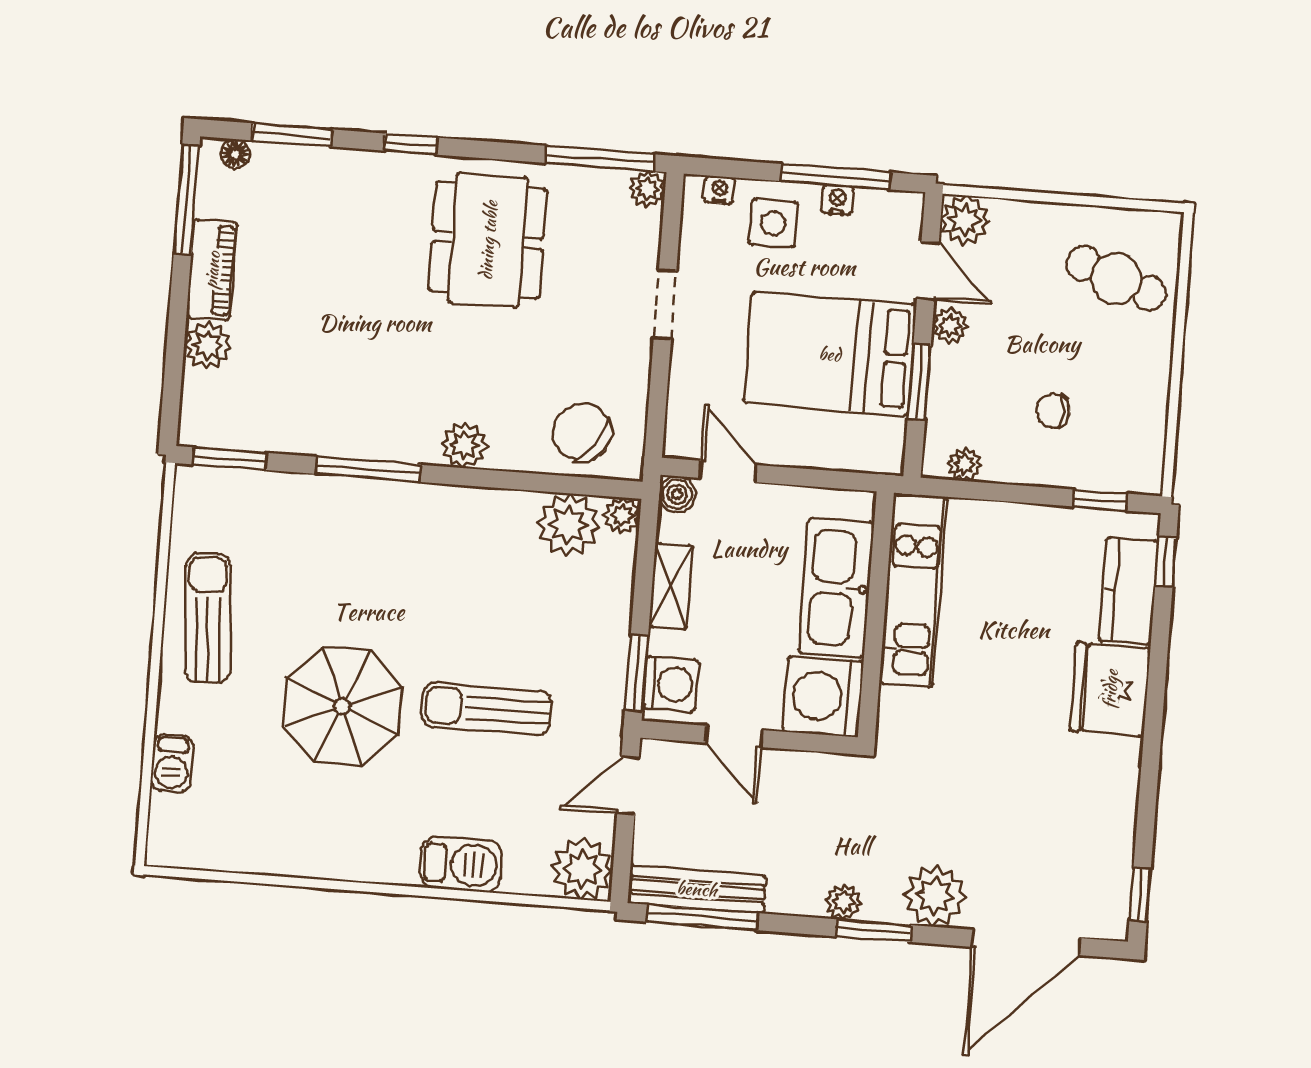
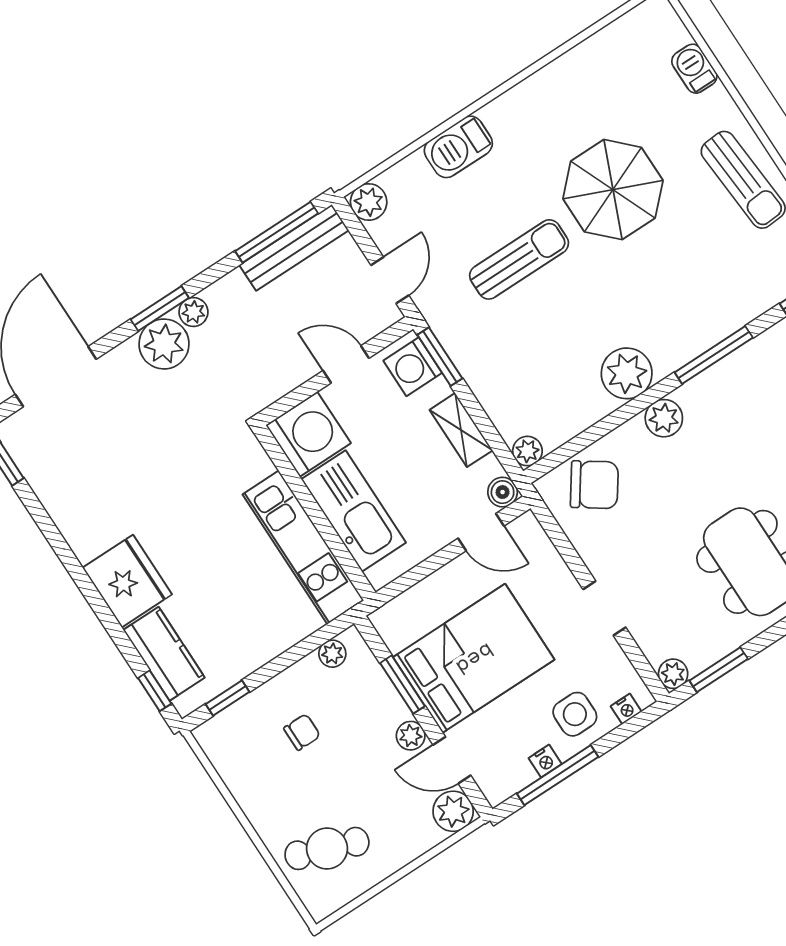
window: (600, 159) -> (719, 670), width x0.69
plant: (568, 525) -> (627, 373), moved
plant: (582, 869) -> (369, 202), width x0.73, depth x0.73
plant: (935, 896) -> (164, 344), moved

